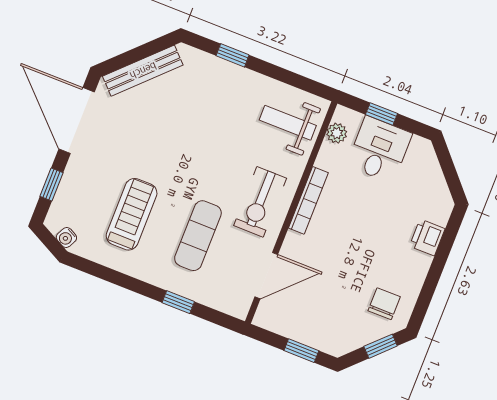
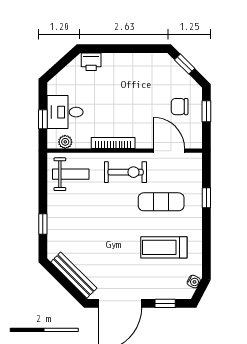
weight bench: (288, 123) -> (71, 174), turned -90
printer: (427, 237) -> (91, 62), moved
chair: (384, 304) -> (180, 107), moved

